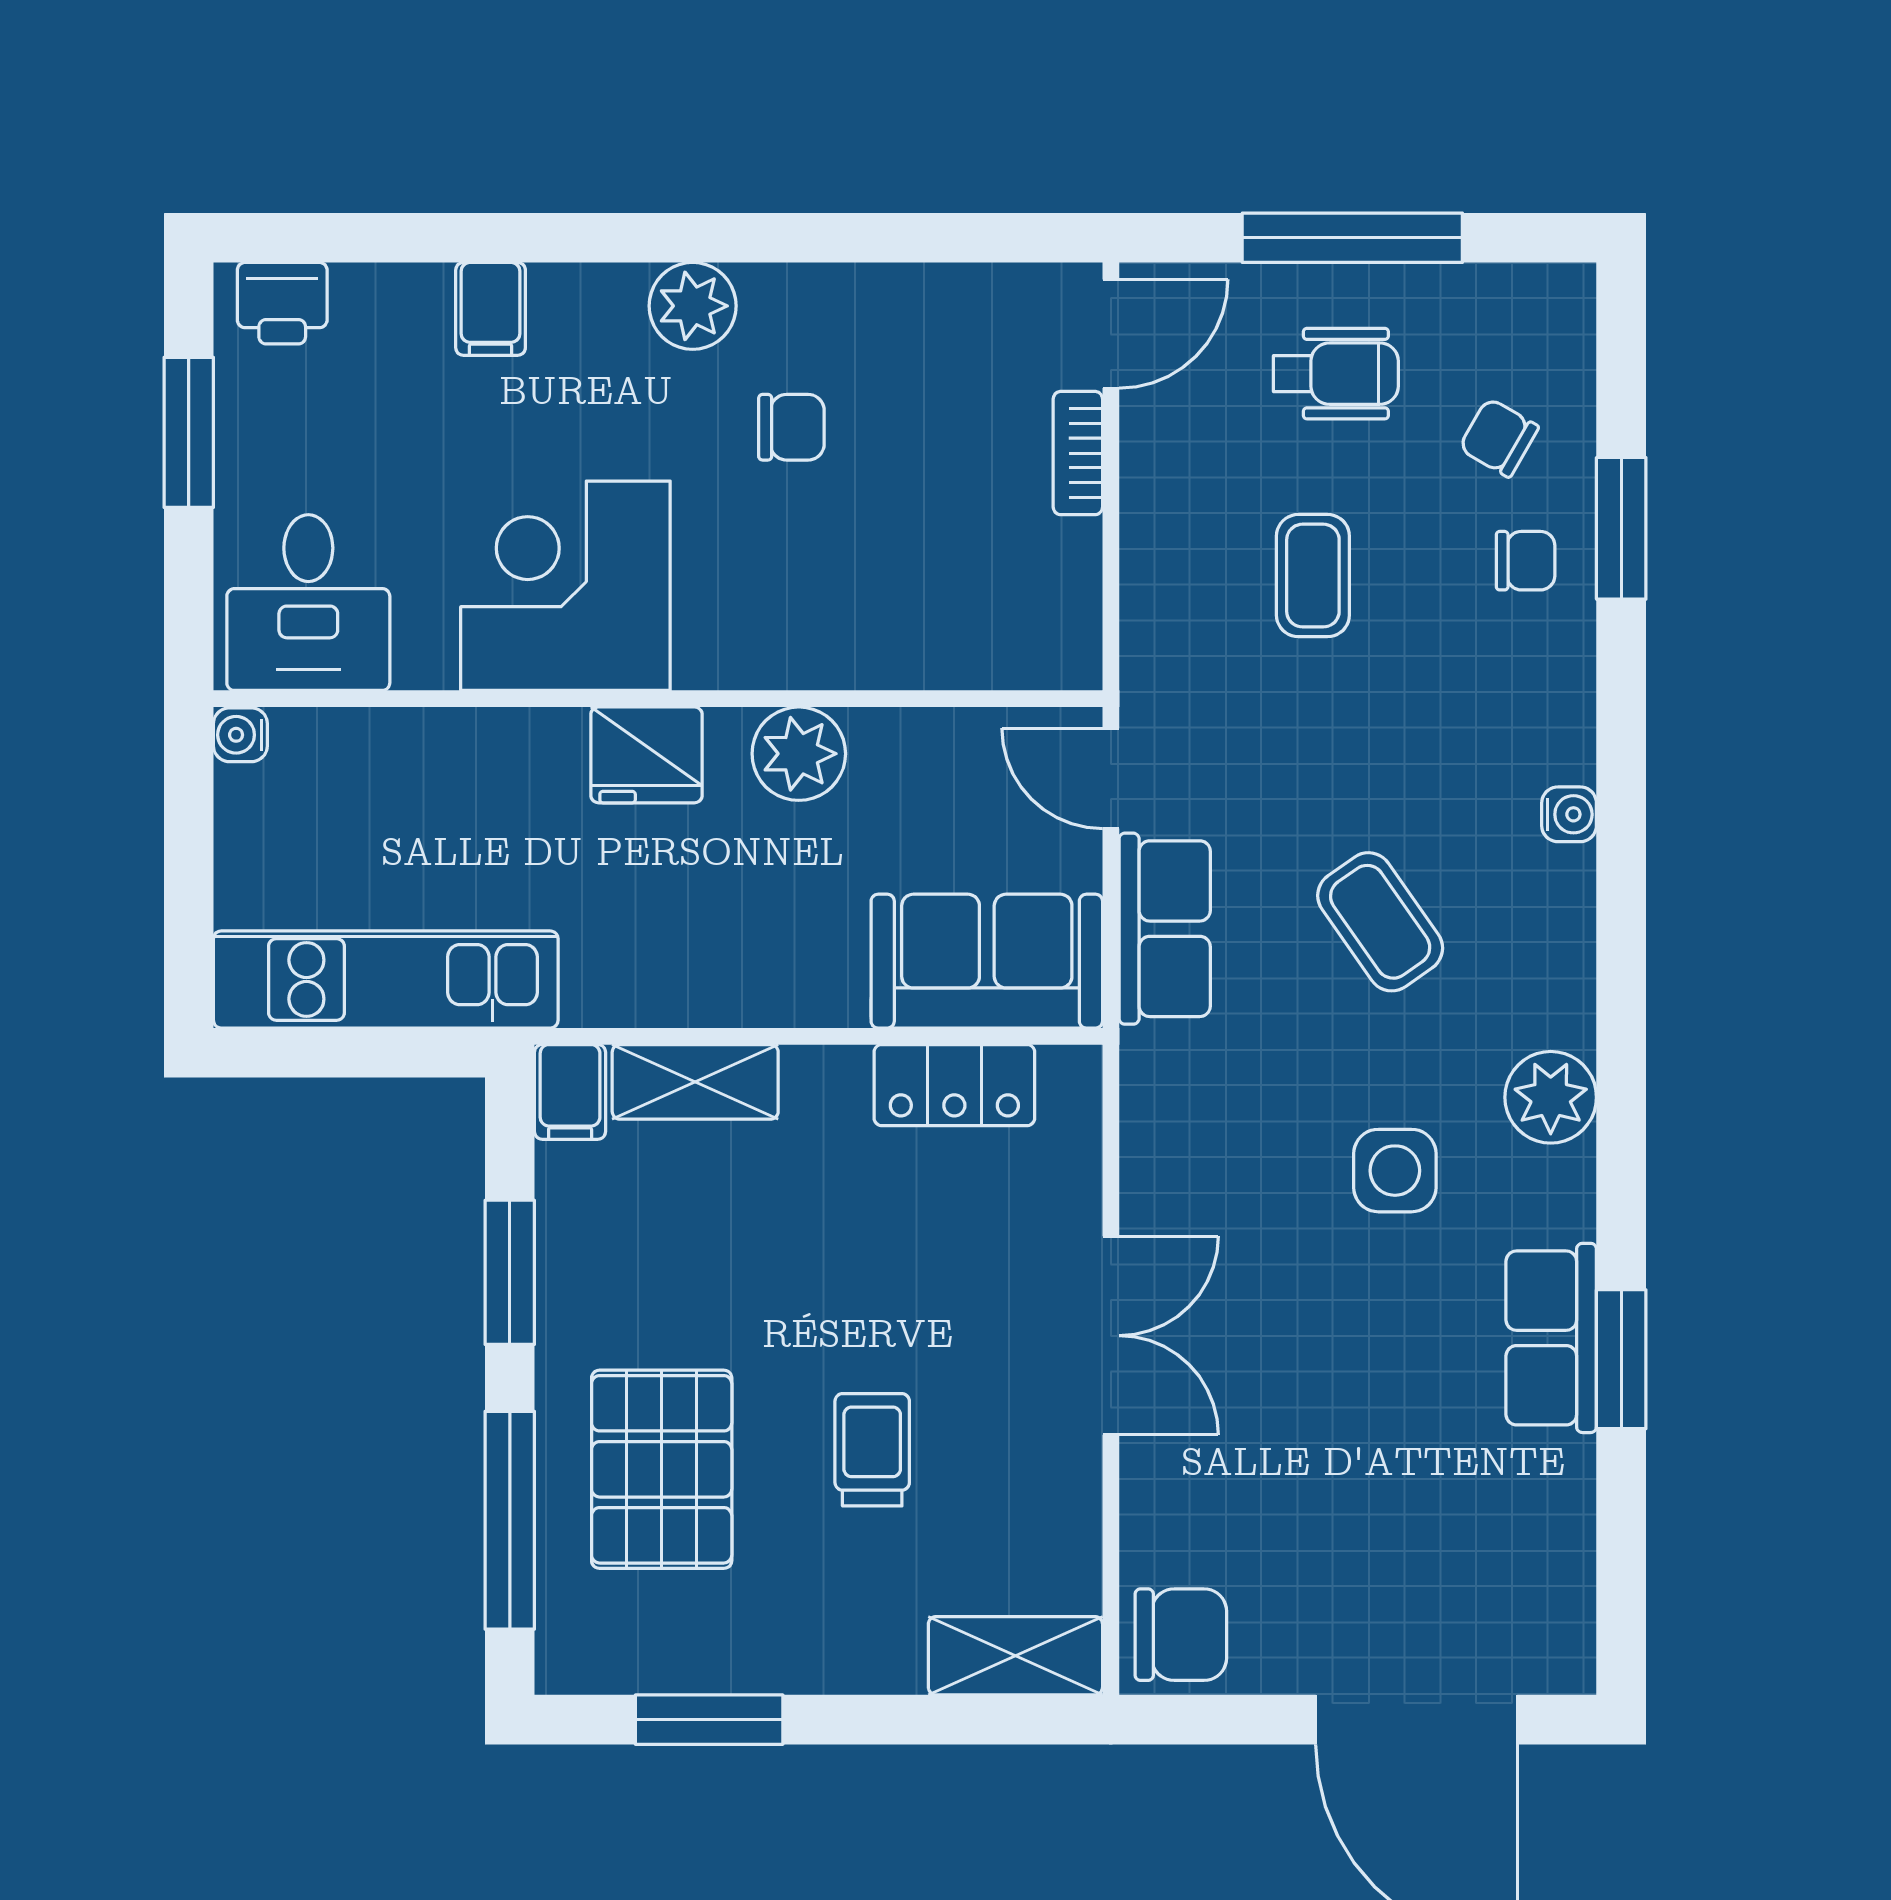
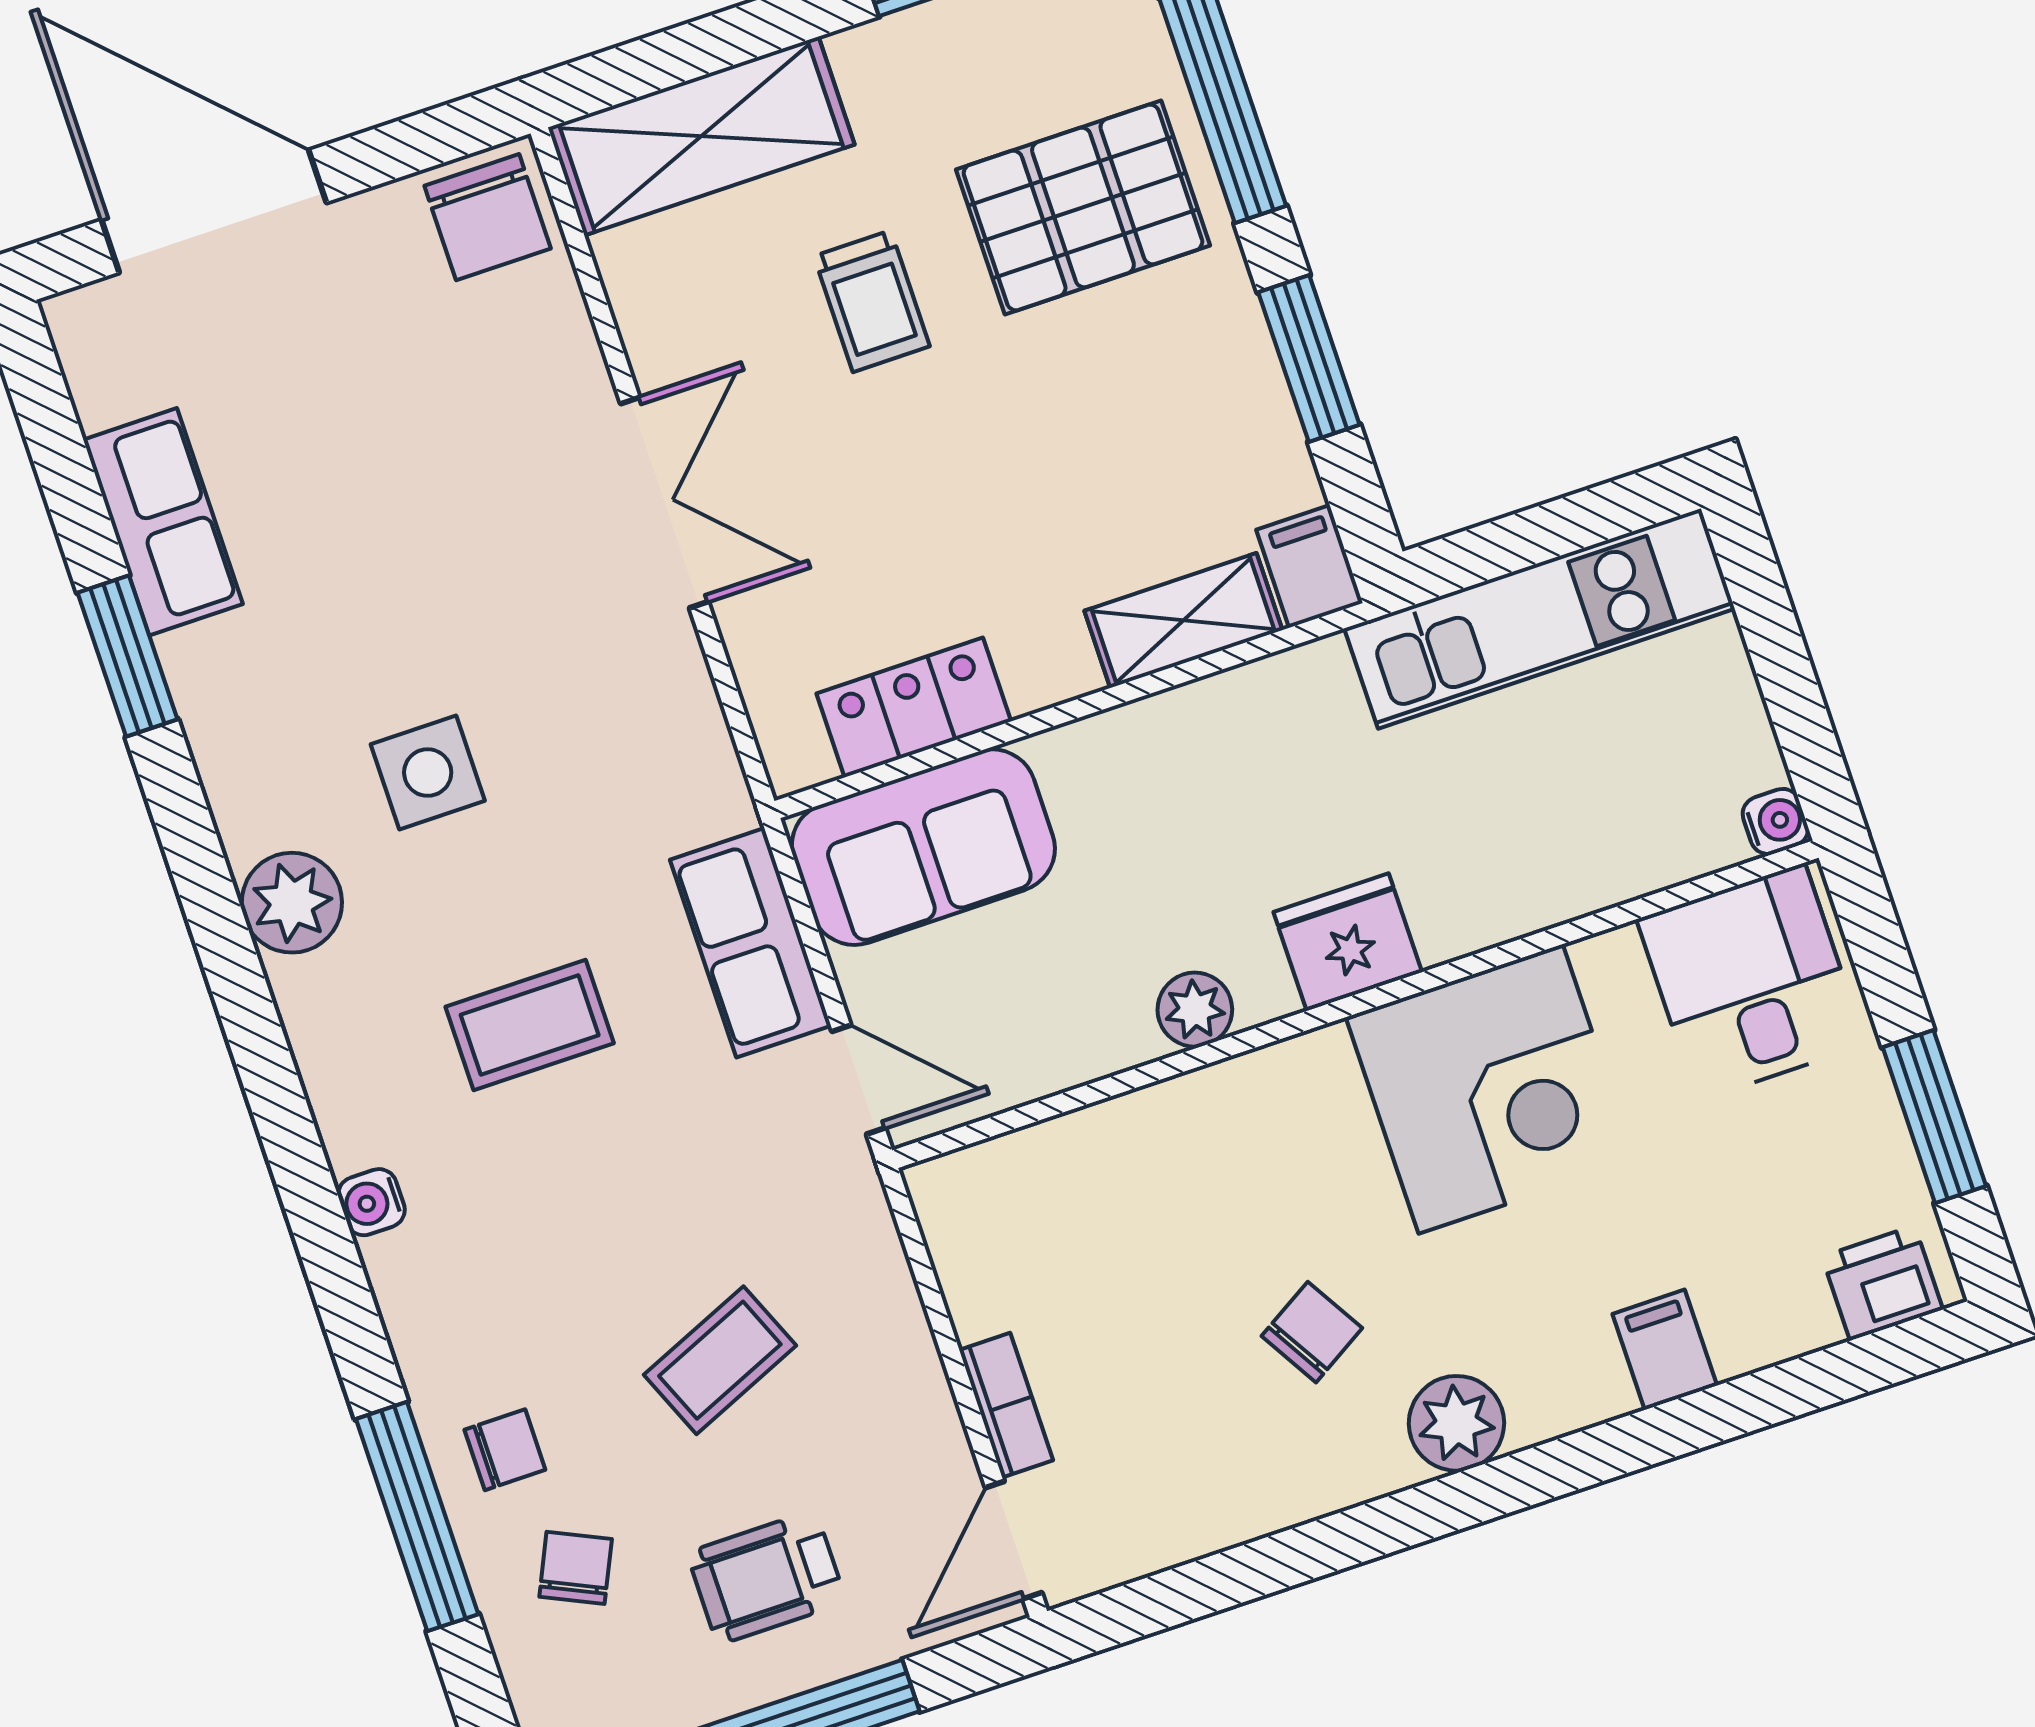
chair: (791, 427) -> (1312, 1332), turned 149
chair: (1499, 438) -> (576, 1568), turned -95
window: (1621, 528) -> (417, 1517), width x1.44
chair: (1526, 561) -> (505, 1450), turned 180
coffee table: (1313, 576) -> (720, 1360), turned 67
plant: (799, 754) -> (1195, 1010), width x0.73, depth x0.73
coffee table: (1380, 922) -> (530, 1025), turned -55
double door: (1111, 1336) -> (664, 503), swing flipped
row of seats: (1551, 1338) -> (163, 522), moved
pallet: (662, 1469) -> (1083, 207), turned 90
chair: (1181, 1635) -> (488, 217), turned -90
shelving: (1015, 1656) -> (701, 136), width x1.50, depth x1.33

